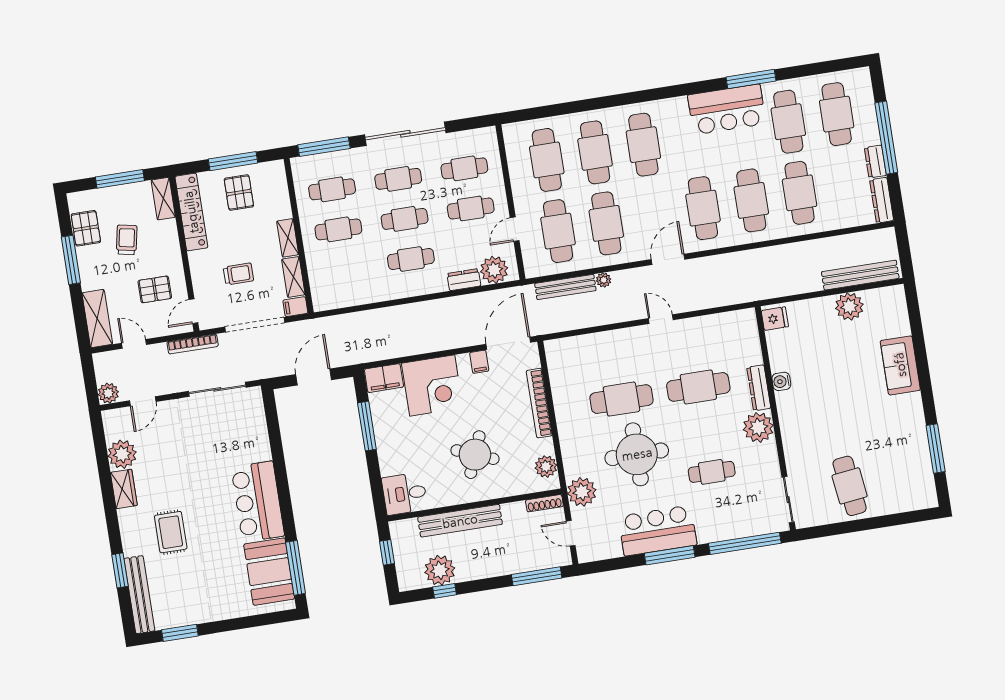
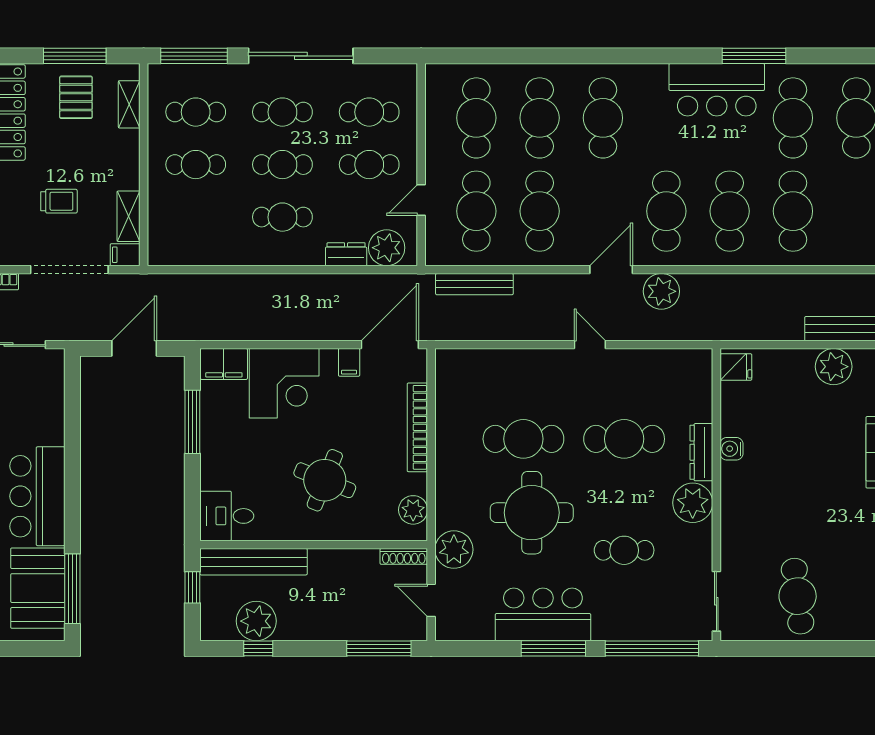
shelving: (288, 238) -> (129, 104), moved
plant: (604, 280) -> (661, 291), moved, width x1.88, depth x1.88
bench: (460, 521) -> (254, 562), moved

